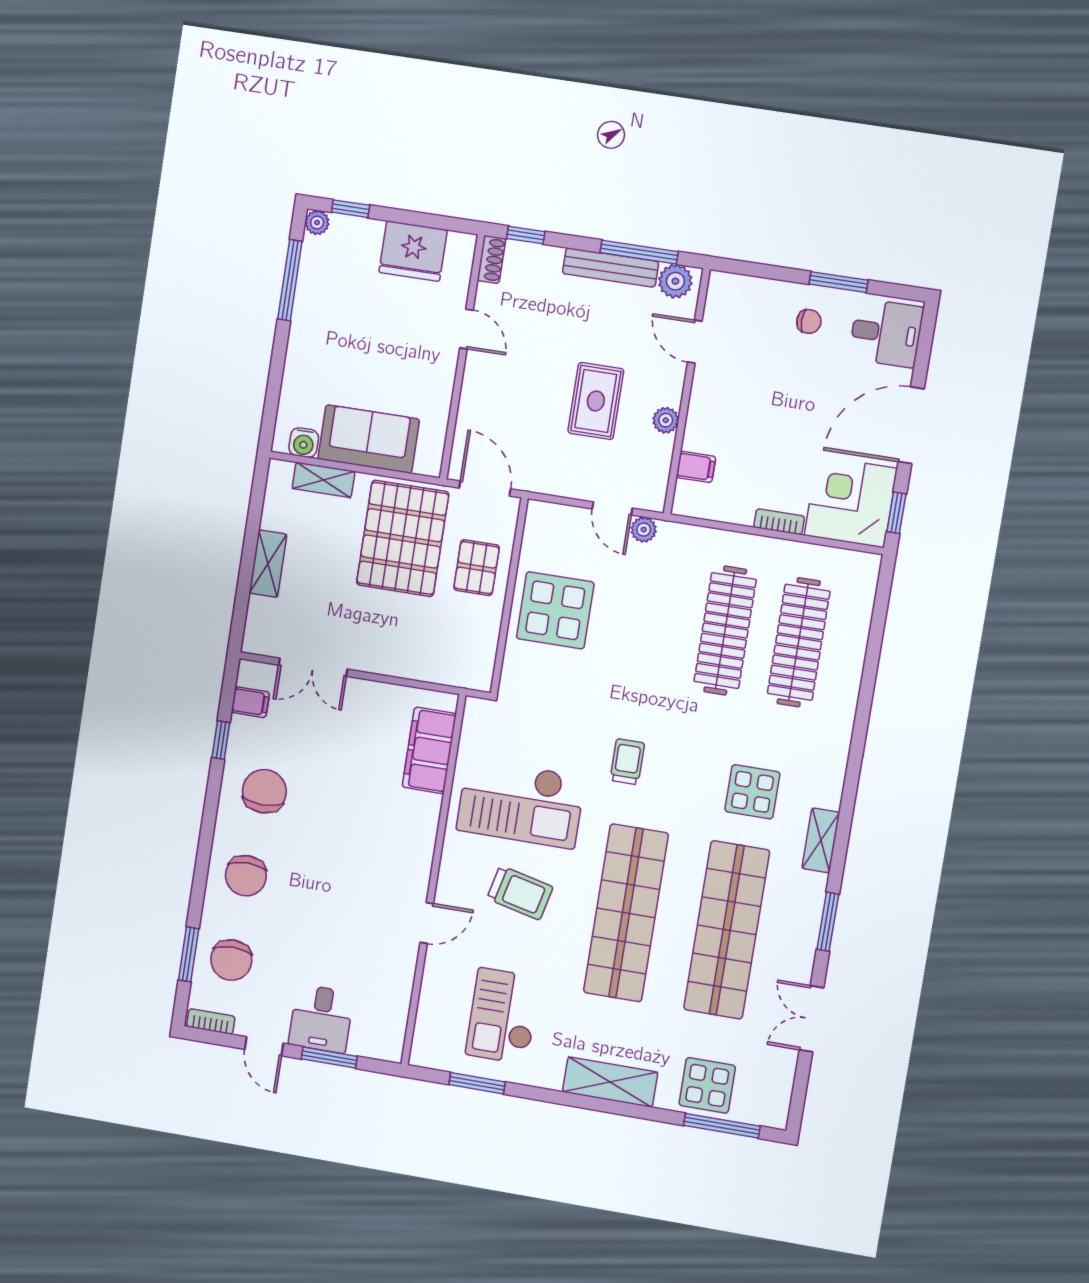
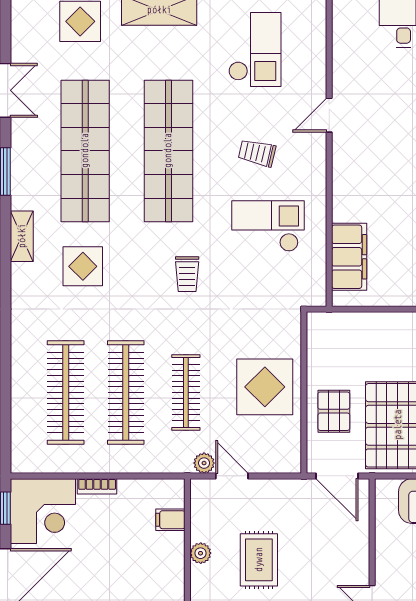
clothes rail: (652, 619) -> (186, 393), added
checkout: (521, 803) -> (268, 226), width x0.73, depth x0.83
trolley: (520, 893) -> (257, 153), width x0.73, depth x0.72

